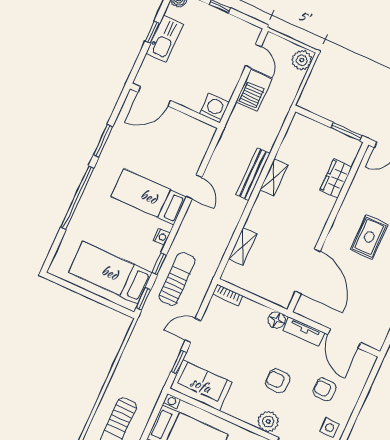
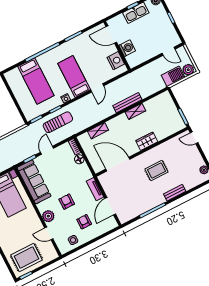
door: (253, 56) -> (169, 51), hinge flipped
barbecue: (254, 90) -> (173, 76), moved, turned 180
washing machine: (214, 108) -> (127, 48), moved
nightstand: (190, 128) -> (116, 61), added
wardrobe: (336, 178) -> (147, 141), moved
door: (308, 271) -> (118, 164), swing flipped
bed: (110, 273) -> (36, 81), moved, turned 180
floor lamp: (276, 320) -> (79, 159), moved
door: (193, 330) -> (47, 150), hinge flipped
sofa: (201, 385) -> (34, 182), width x1.36

